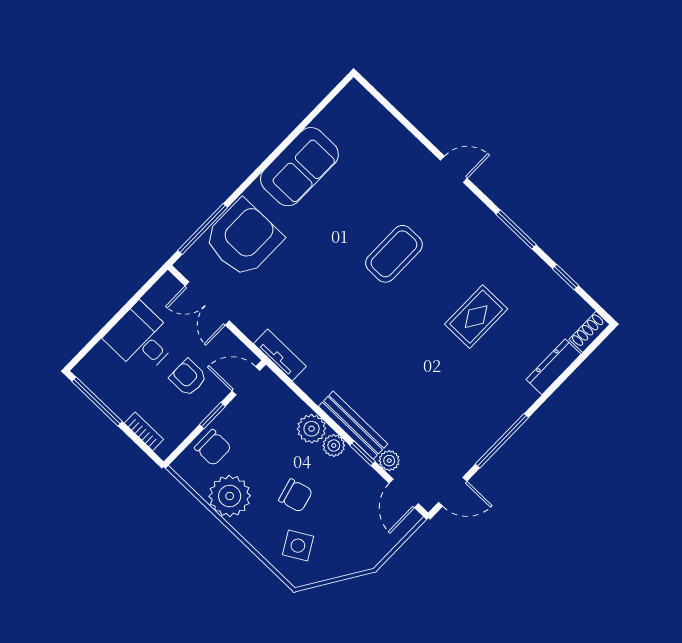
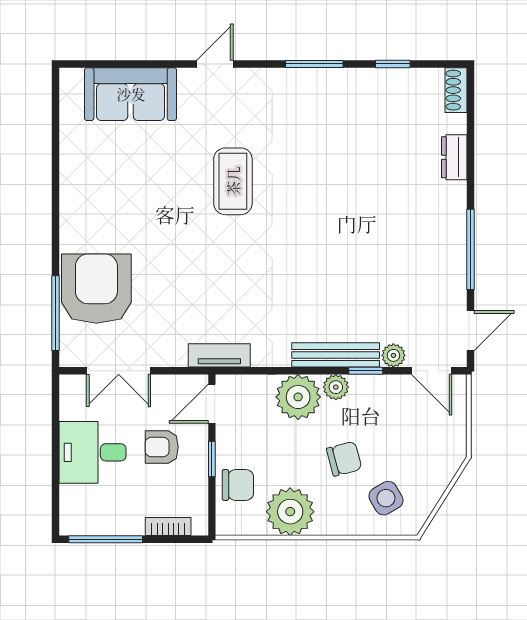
sofa: (299, 167) -> (131, 94), moved, turned 90
rug: (476, 317) -> (351, 168), removed
dresser: (554, 367) -> (454, 157), width x0.70
plant: (312, 429) -> (298, 397), width x1.36, depth x1.36

